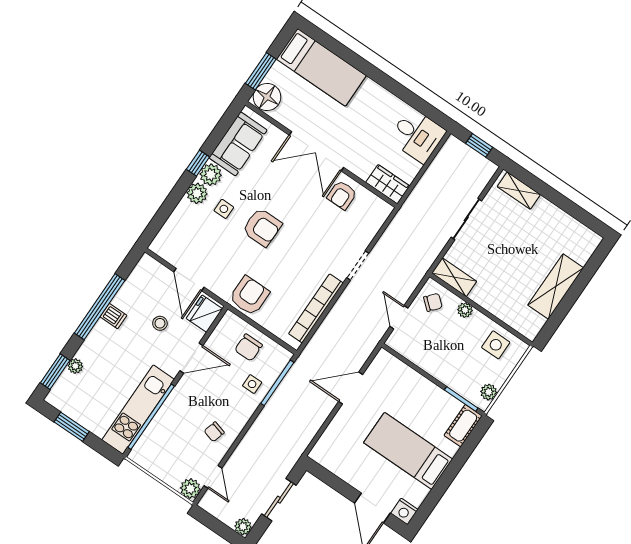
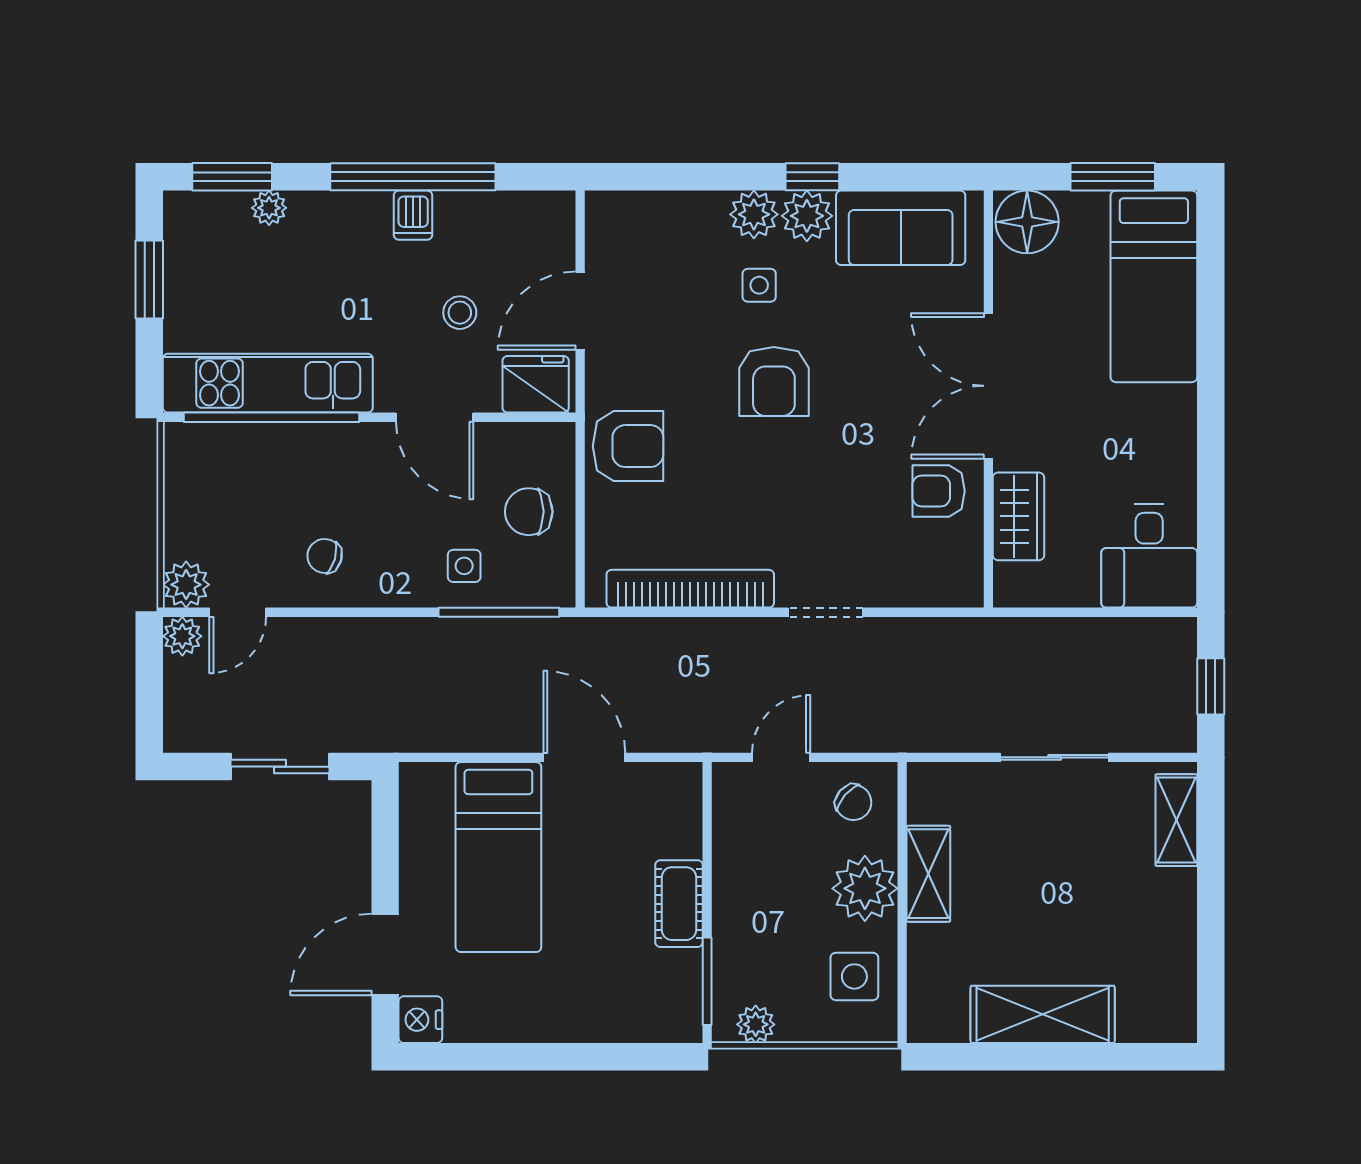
window: (261, 71) -> (1113, 177), moved
wardrobe: (388, 184) -> (1018, 516), moved
shelving: (454, 277) -> (928, 874), moved
plant: (465, 310) -> (865, 888), width x1.88, depth x1.88
cot: (463, 426) -> (679, 904), moved, turned 90
bed: (408, 451) -> (498, 857), moved, turned 180
plant: (243, 527) -> (182, 636), moved

